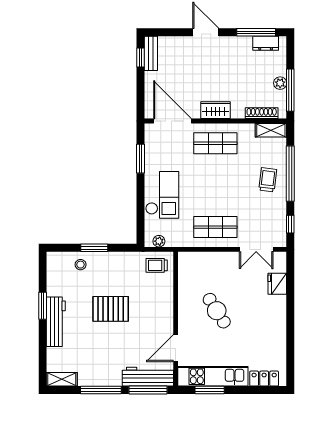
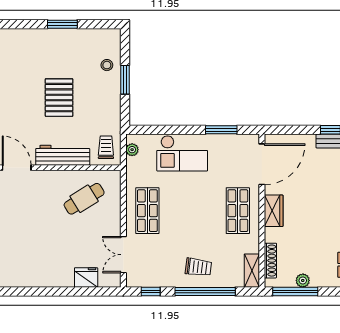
cafe table: (217, 311) -> (84, 199), moved
workbench: (56, 322) -> (63, 155), moved, turned 180

